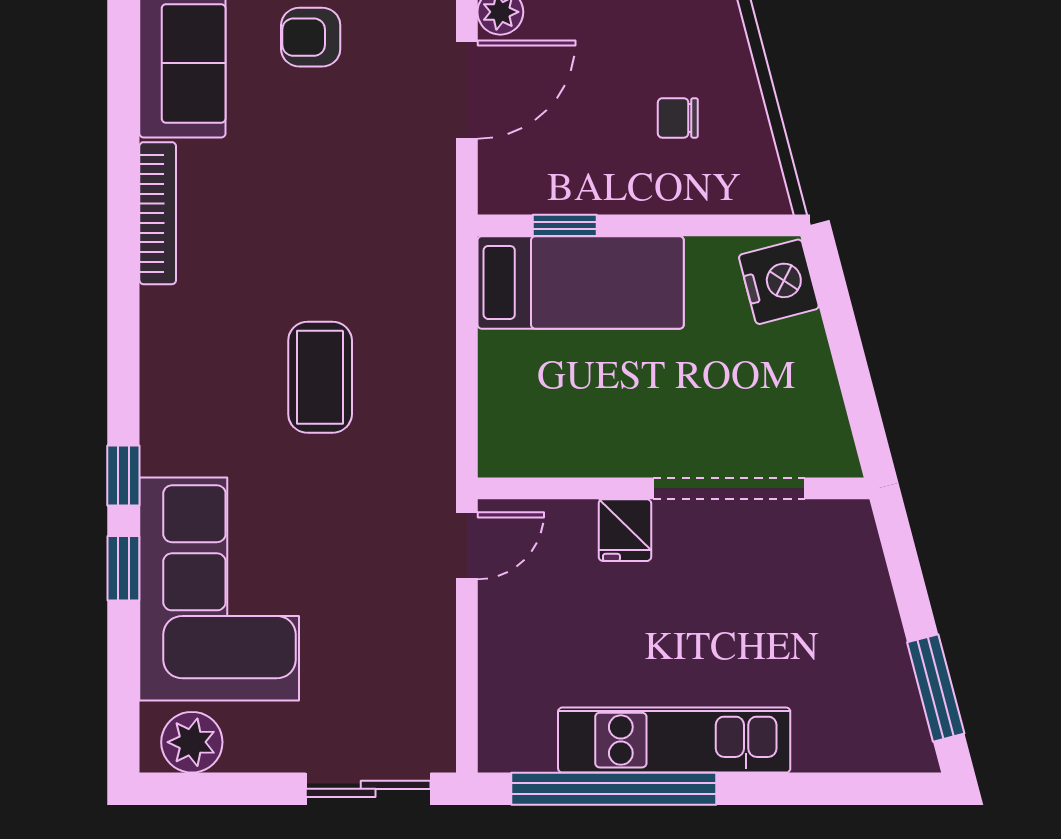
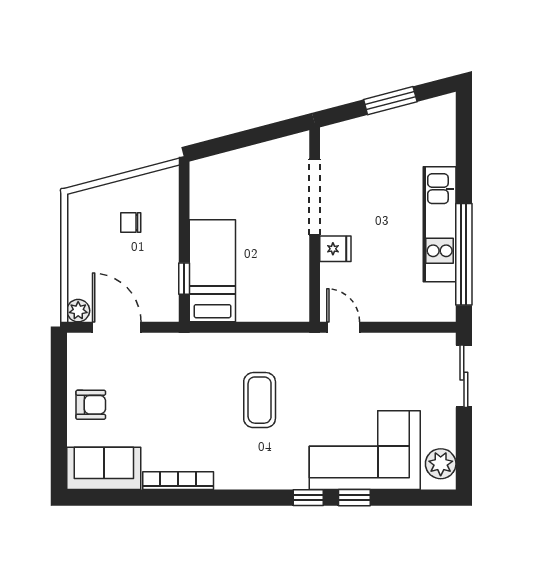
armchair: (311, 37) -> (91, 405), turned -90
chair: (678, 118) -> (131, 223), turned 90
nightstand: (779, 282) -> (212, 172), removed
coffee table: (320, 377) -> (260, 400), turned 90
window: (936, 688) -> (390, 101), moved

